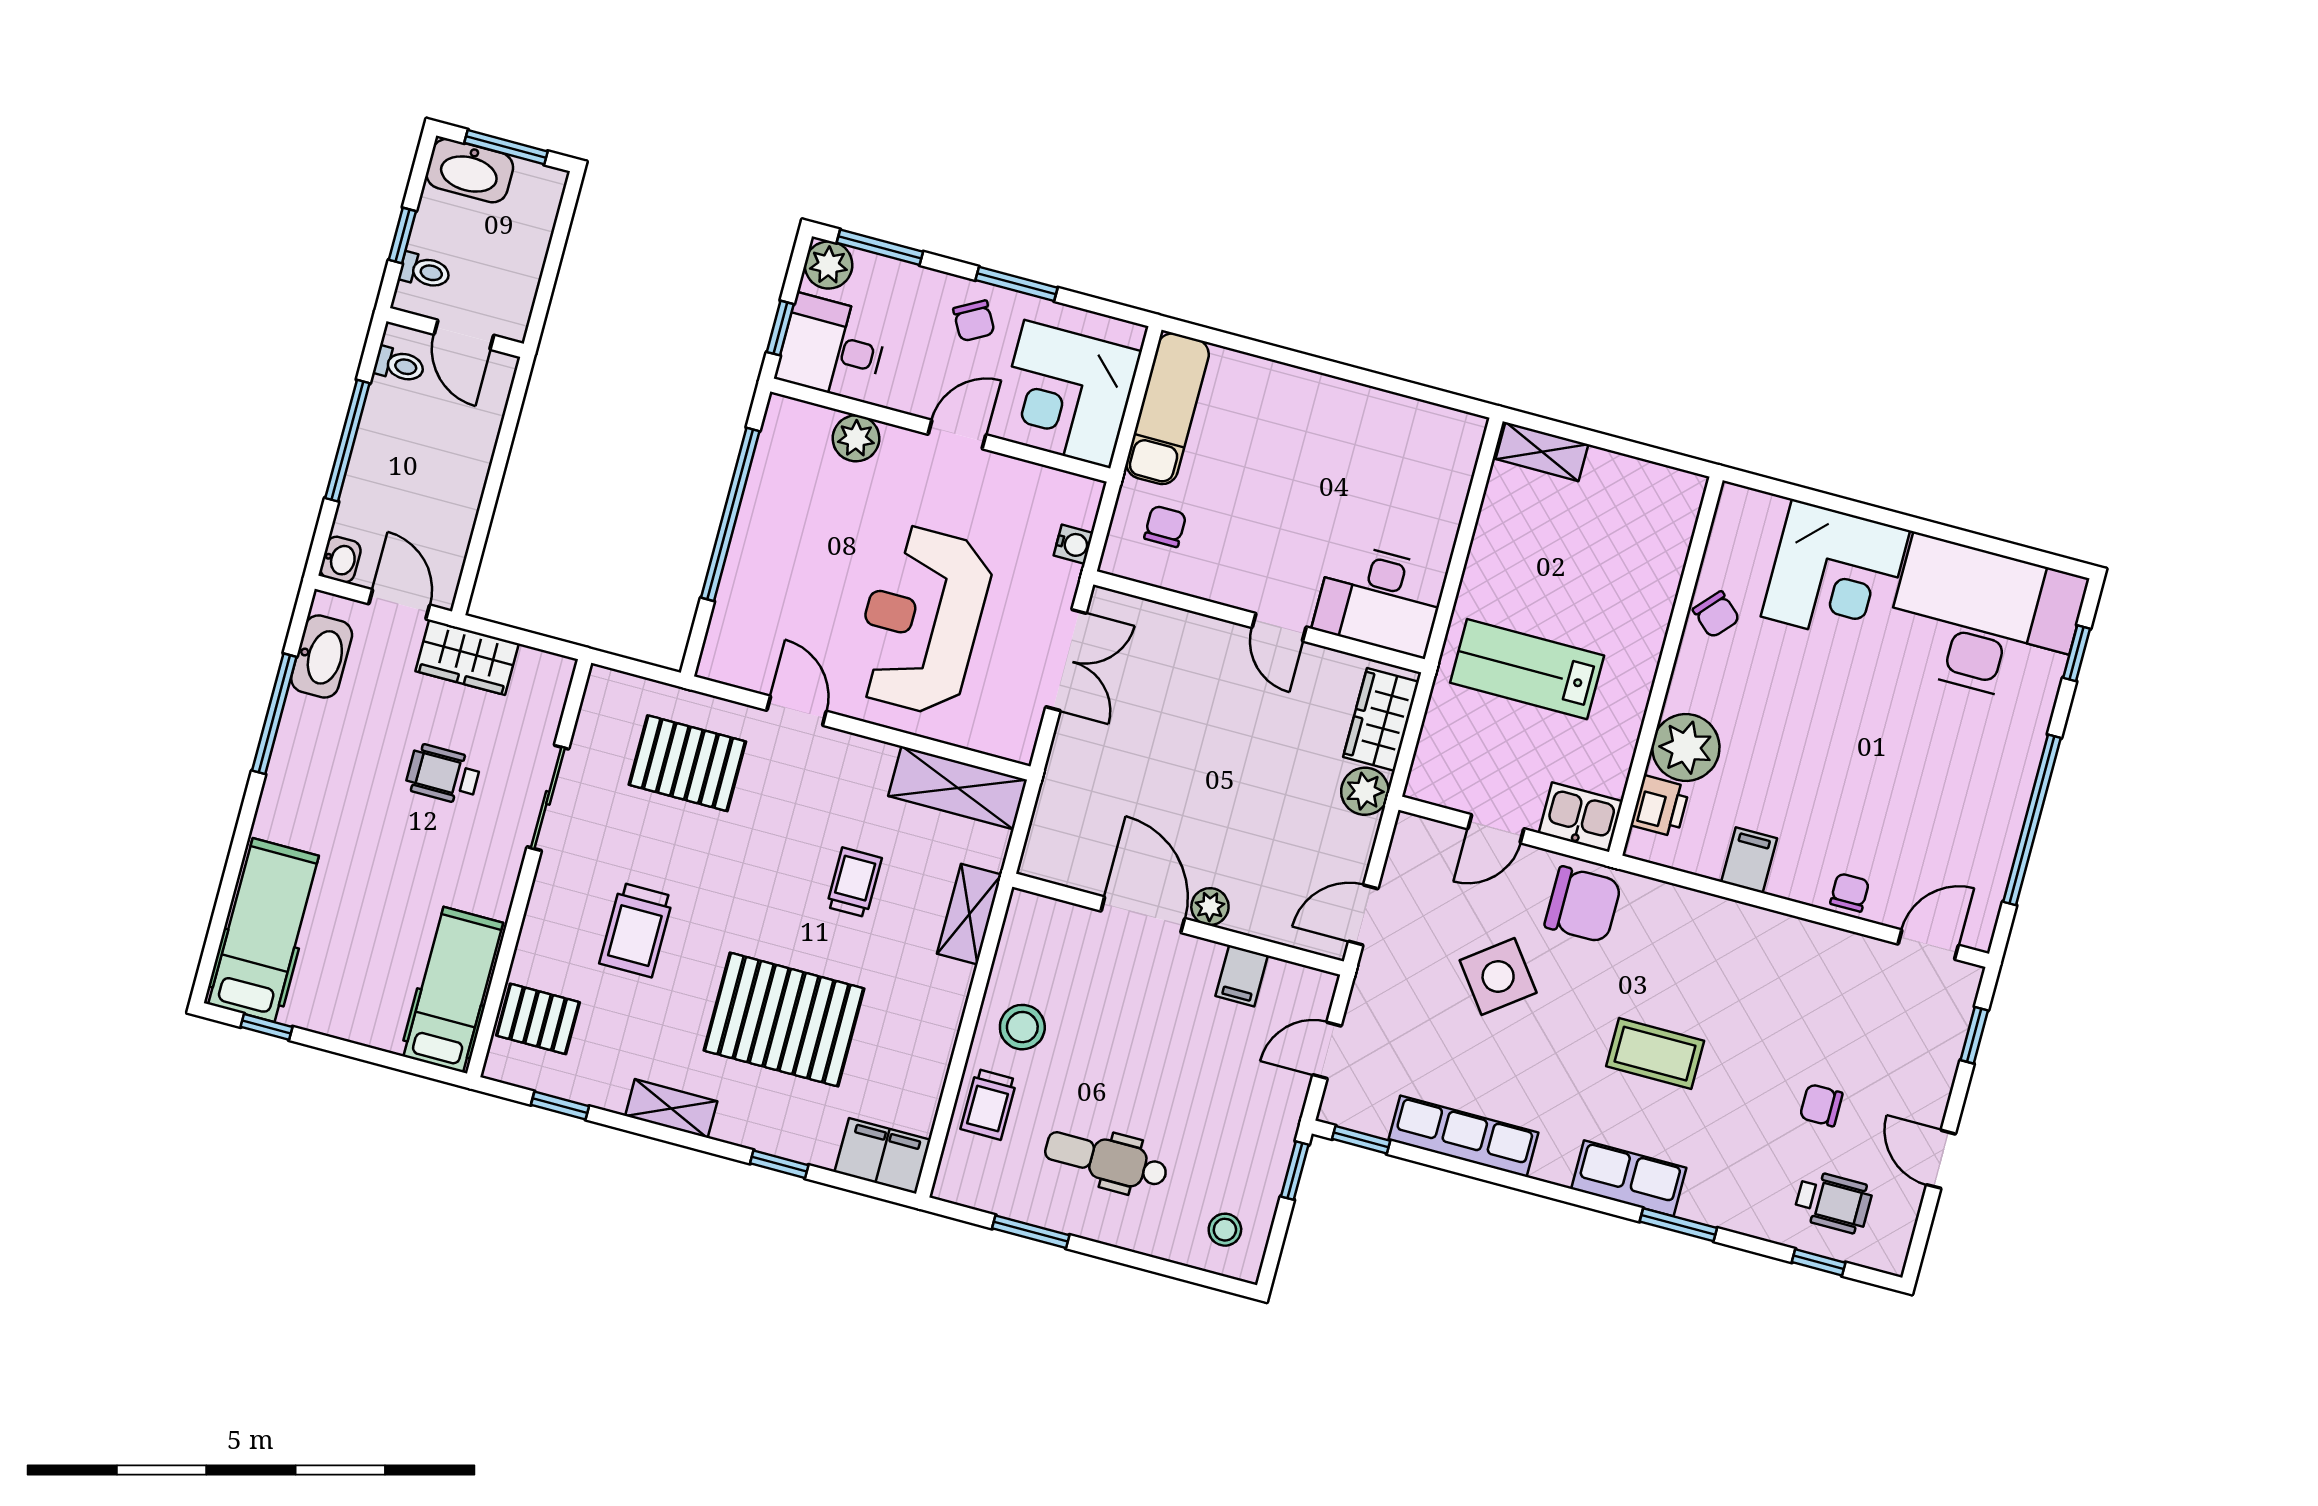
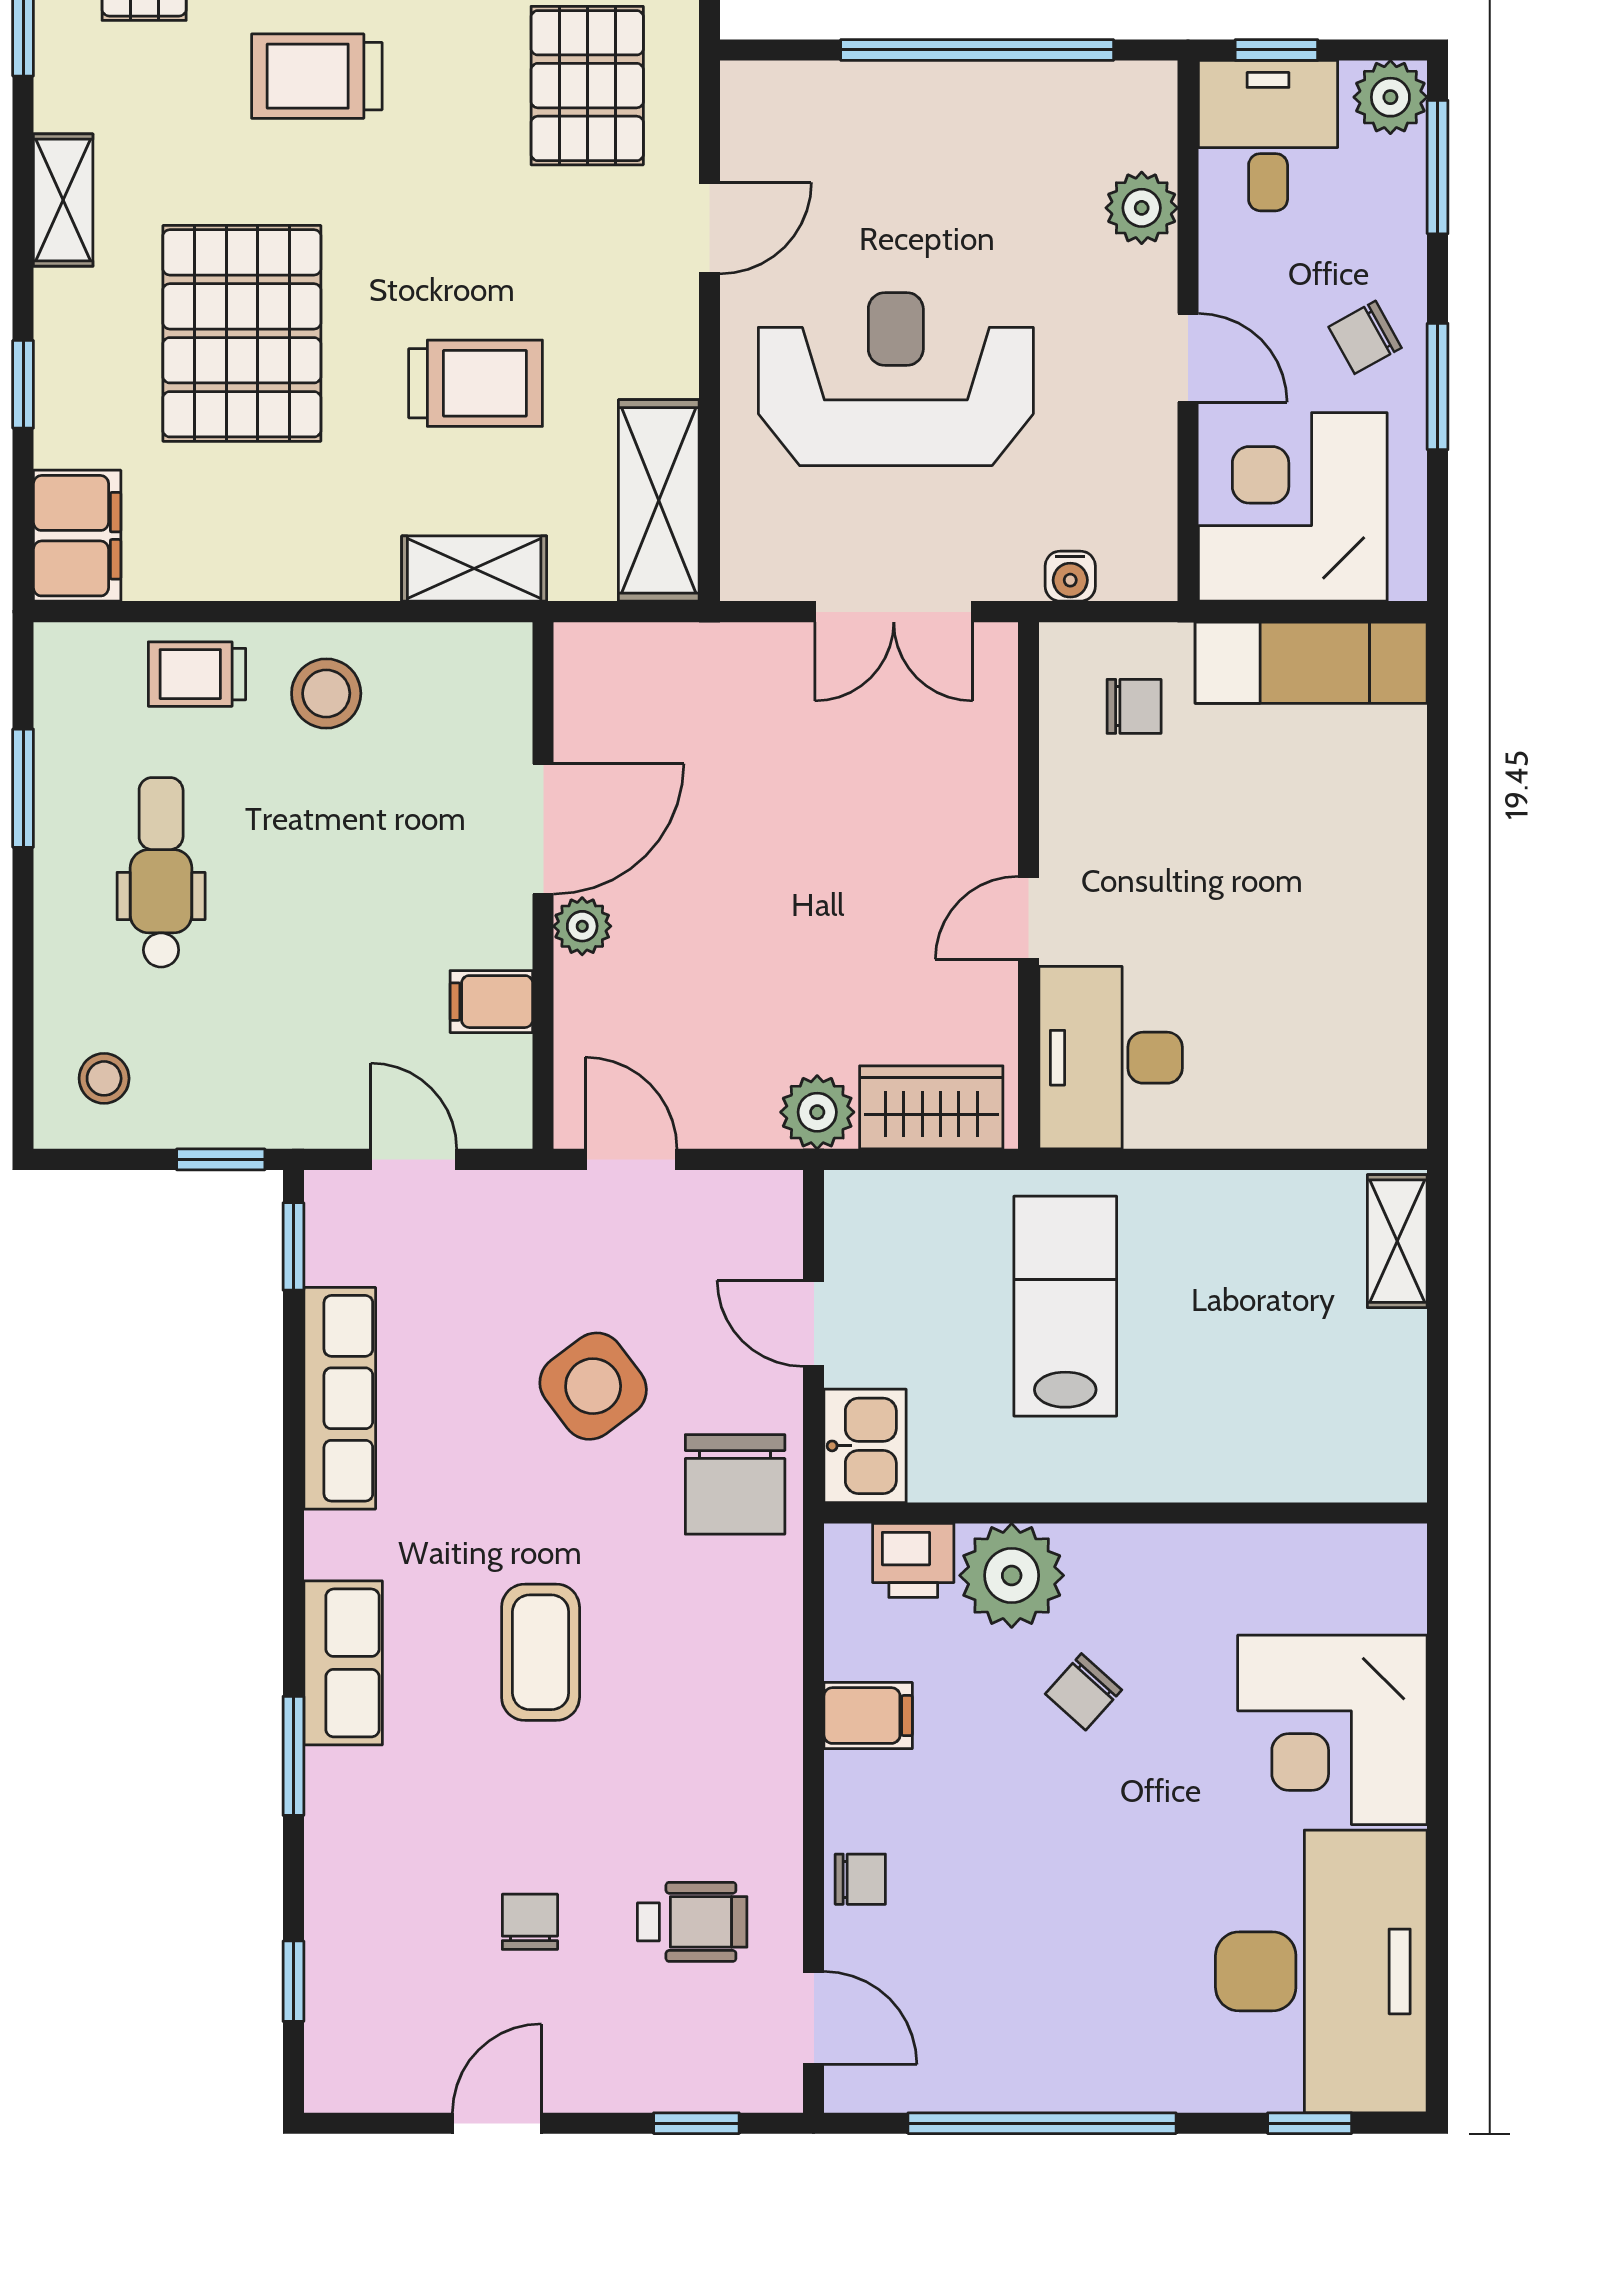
chair: (1716, 615) -> (1083, 1692), moved
trolley: (854, 882) -> (476, 383), width x1.36, depth x1.39
wheelchair: (1833, 1202) -> (692, 1922), moved, turned -90

